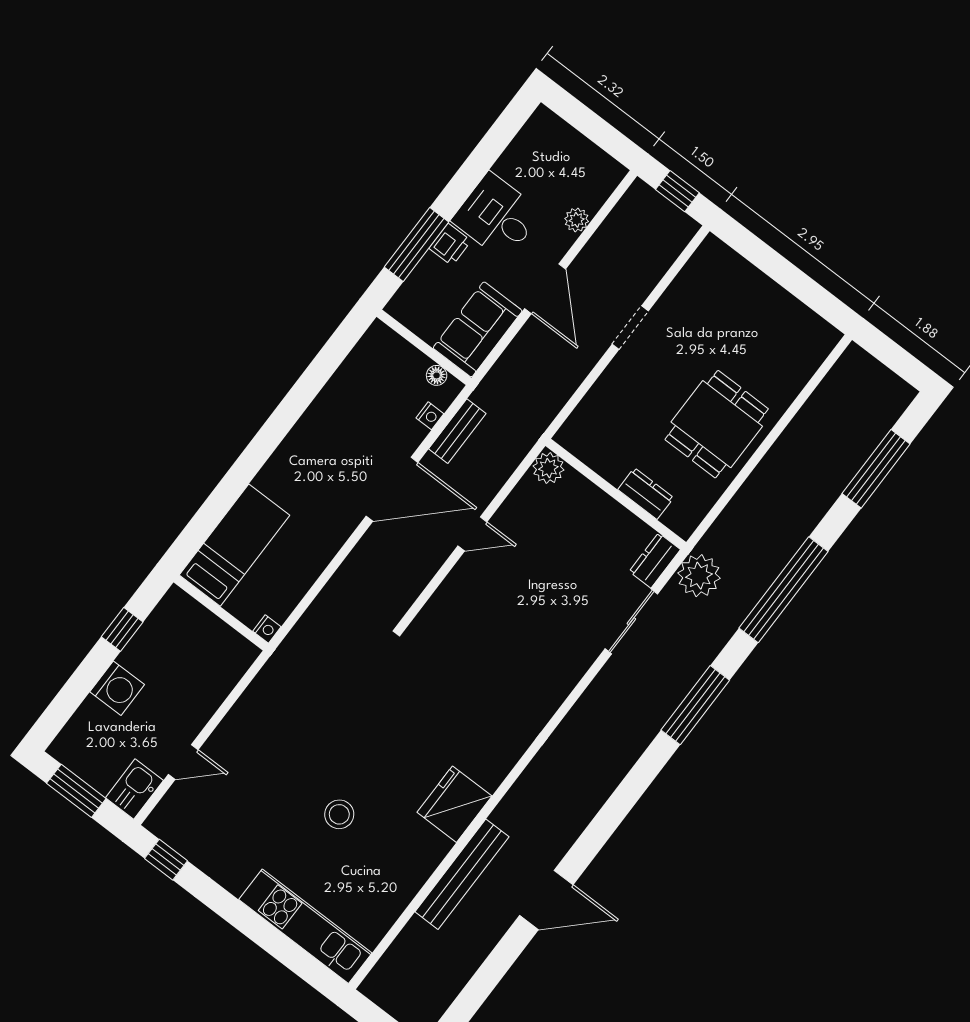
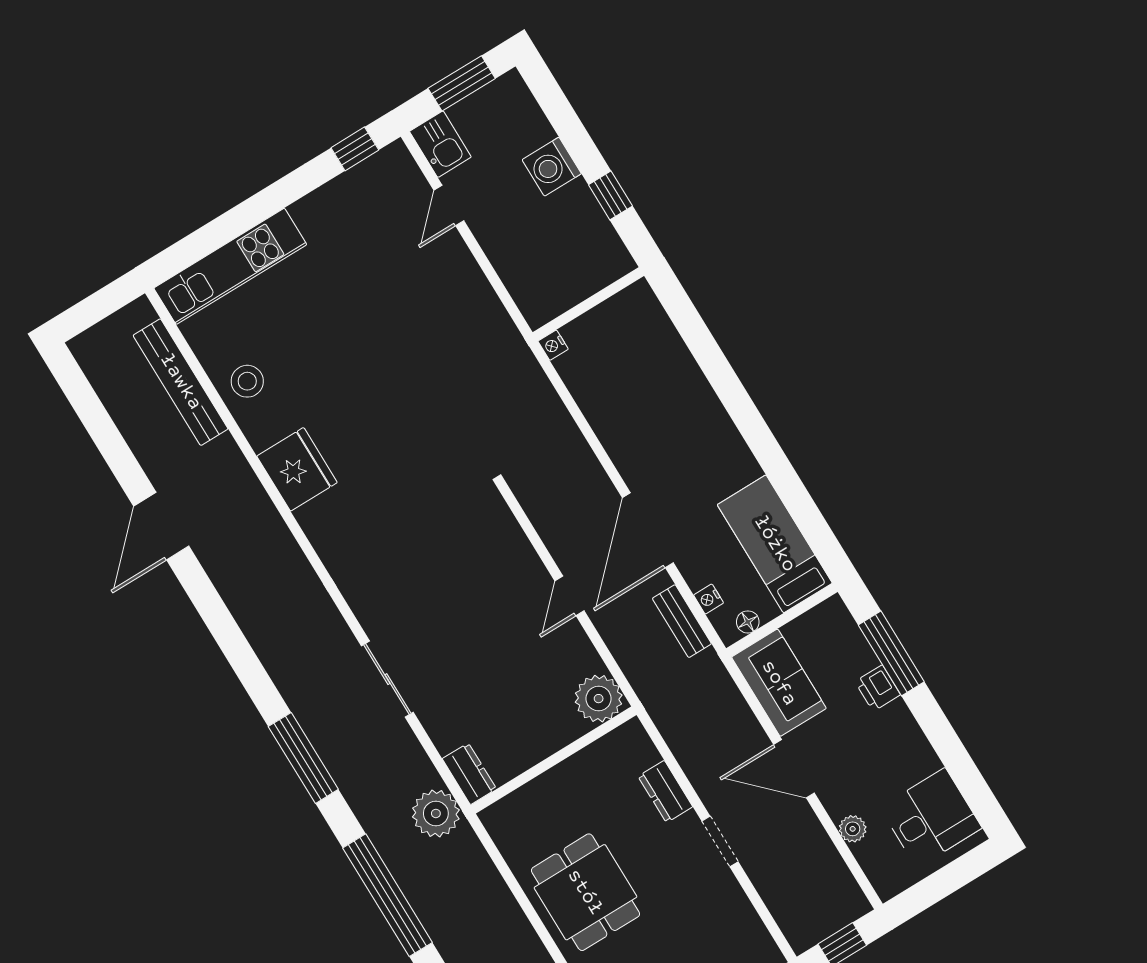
desk: (497, 216) -> (931, 818), moved
plant: (548, 468) -> (599, 699), width x1.36, depth x1.36
dresser: (646, 494) -> (665, 792), moved, turned 90
bed: (234, 545) -> (775, 544), moved, turned 180
sliding door: (631, 621) -> (387, 679), moved
stool: (339, 814) -> (247, 381), moved
bench: (462, 874) -> (181, 382), moved

